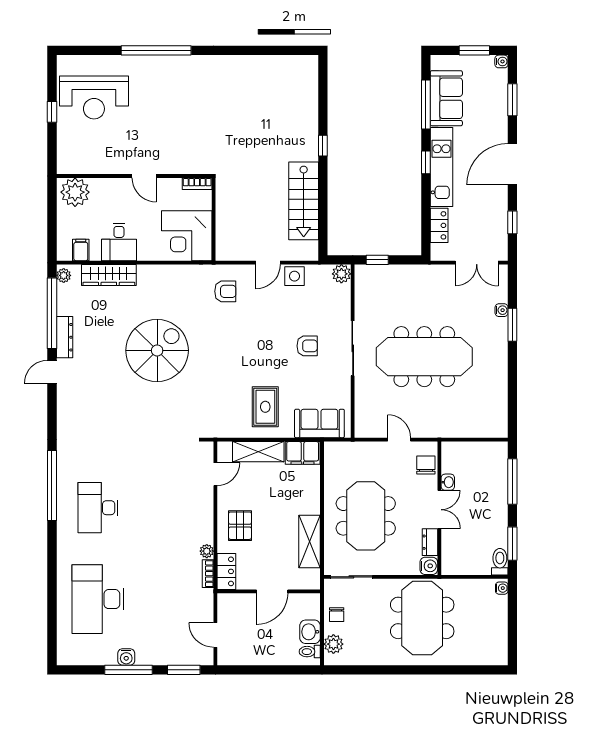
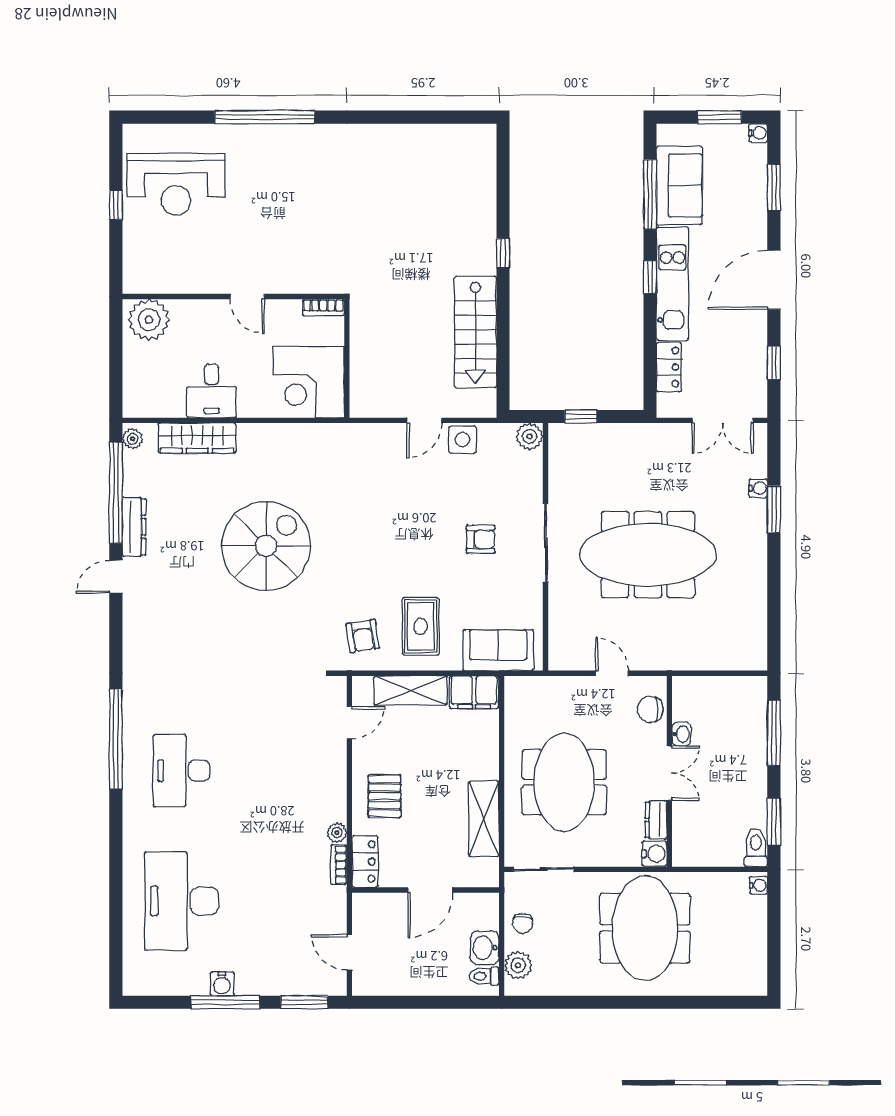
filing cabinet: (81, 250) -> (157, 402), removed
armchair: (225, 291) -> (363, 636), moved, turned 81
chair: (426, 465) -> (650, 709), turned -90

